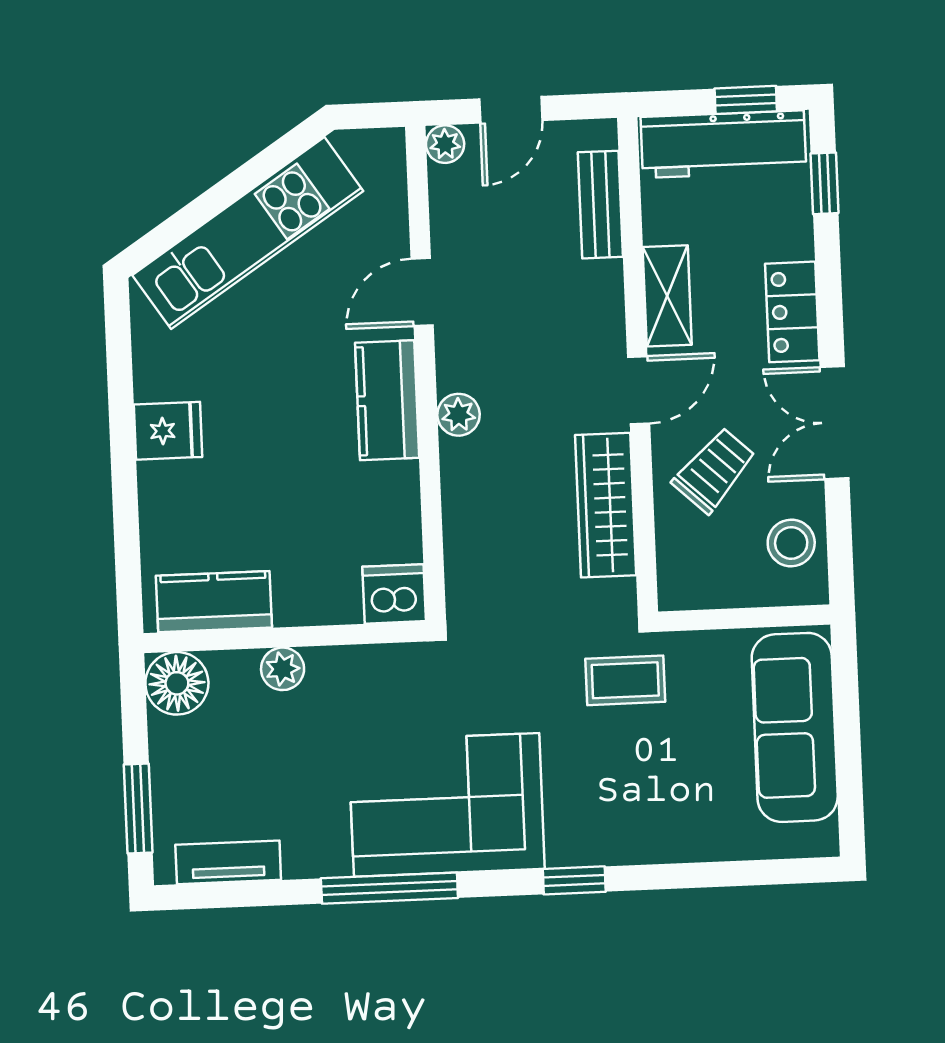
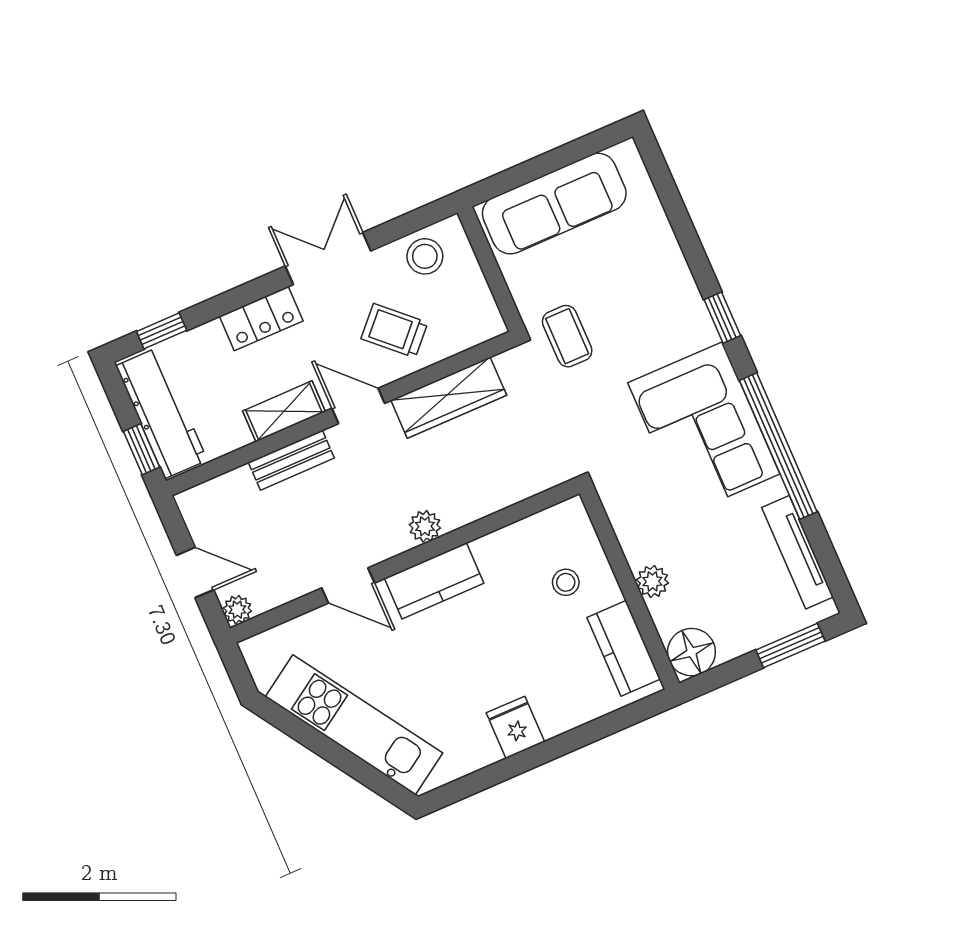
window: (746, 100) -> (142, 449), moved
bench: (600, 205) -> (291, 460), moved
double door: (835, 423) -> (328, 259), swing flipped
stool: (323, 562) -> (566, 582), added
dishwasher: (394, 594) -> (569, 523), removed
tv unit: (228, 862) -> (798, 552), width x1.41
window: (389, 888) -> (778, 446), width x1.46

